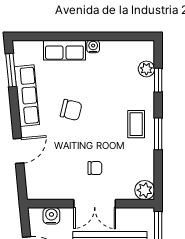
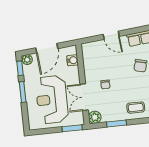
window: (158, 134) -> (116, 124), moved
double door: (95, 204) -> (84, 97), moved

